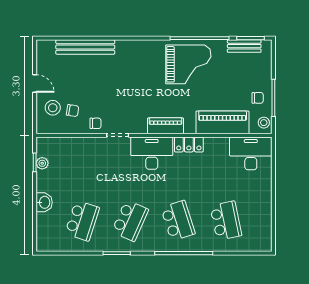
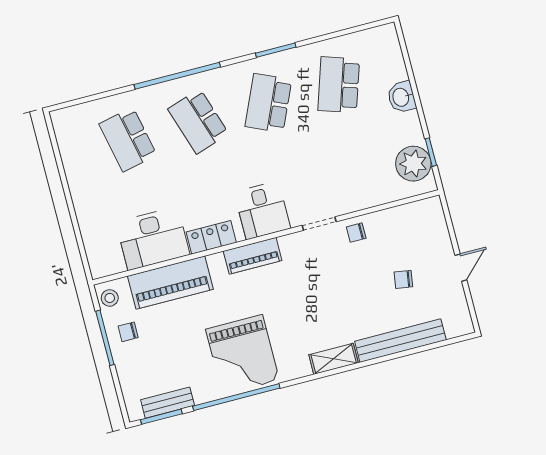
shelving: (131, 46) -> (334, 359), added
grand piano: (188, 64) -> (243, 355), turned -90
door: (35, 84) -> (461, 268), swing flipped
stool: (53, 108) -> (425, 239), removed
chair: (73, 111) -> (403, 279), moved
desk: (152, 153) -> (262, 210), width x0.73
desk: (251, 153) -> (153, 238), moved
plant: (42, 163) -> (413, 164), width x1.88, depth x1.88

